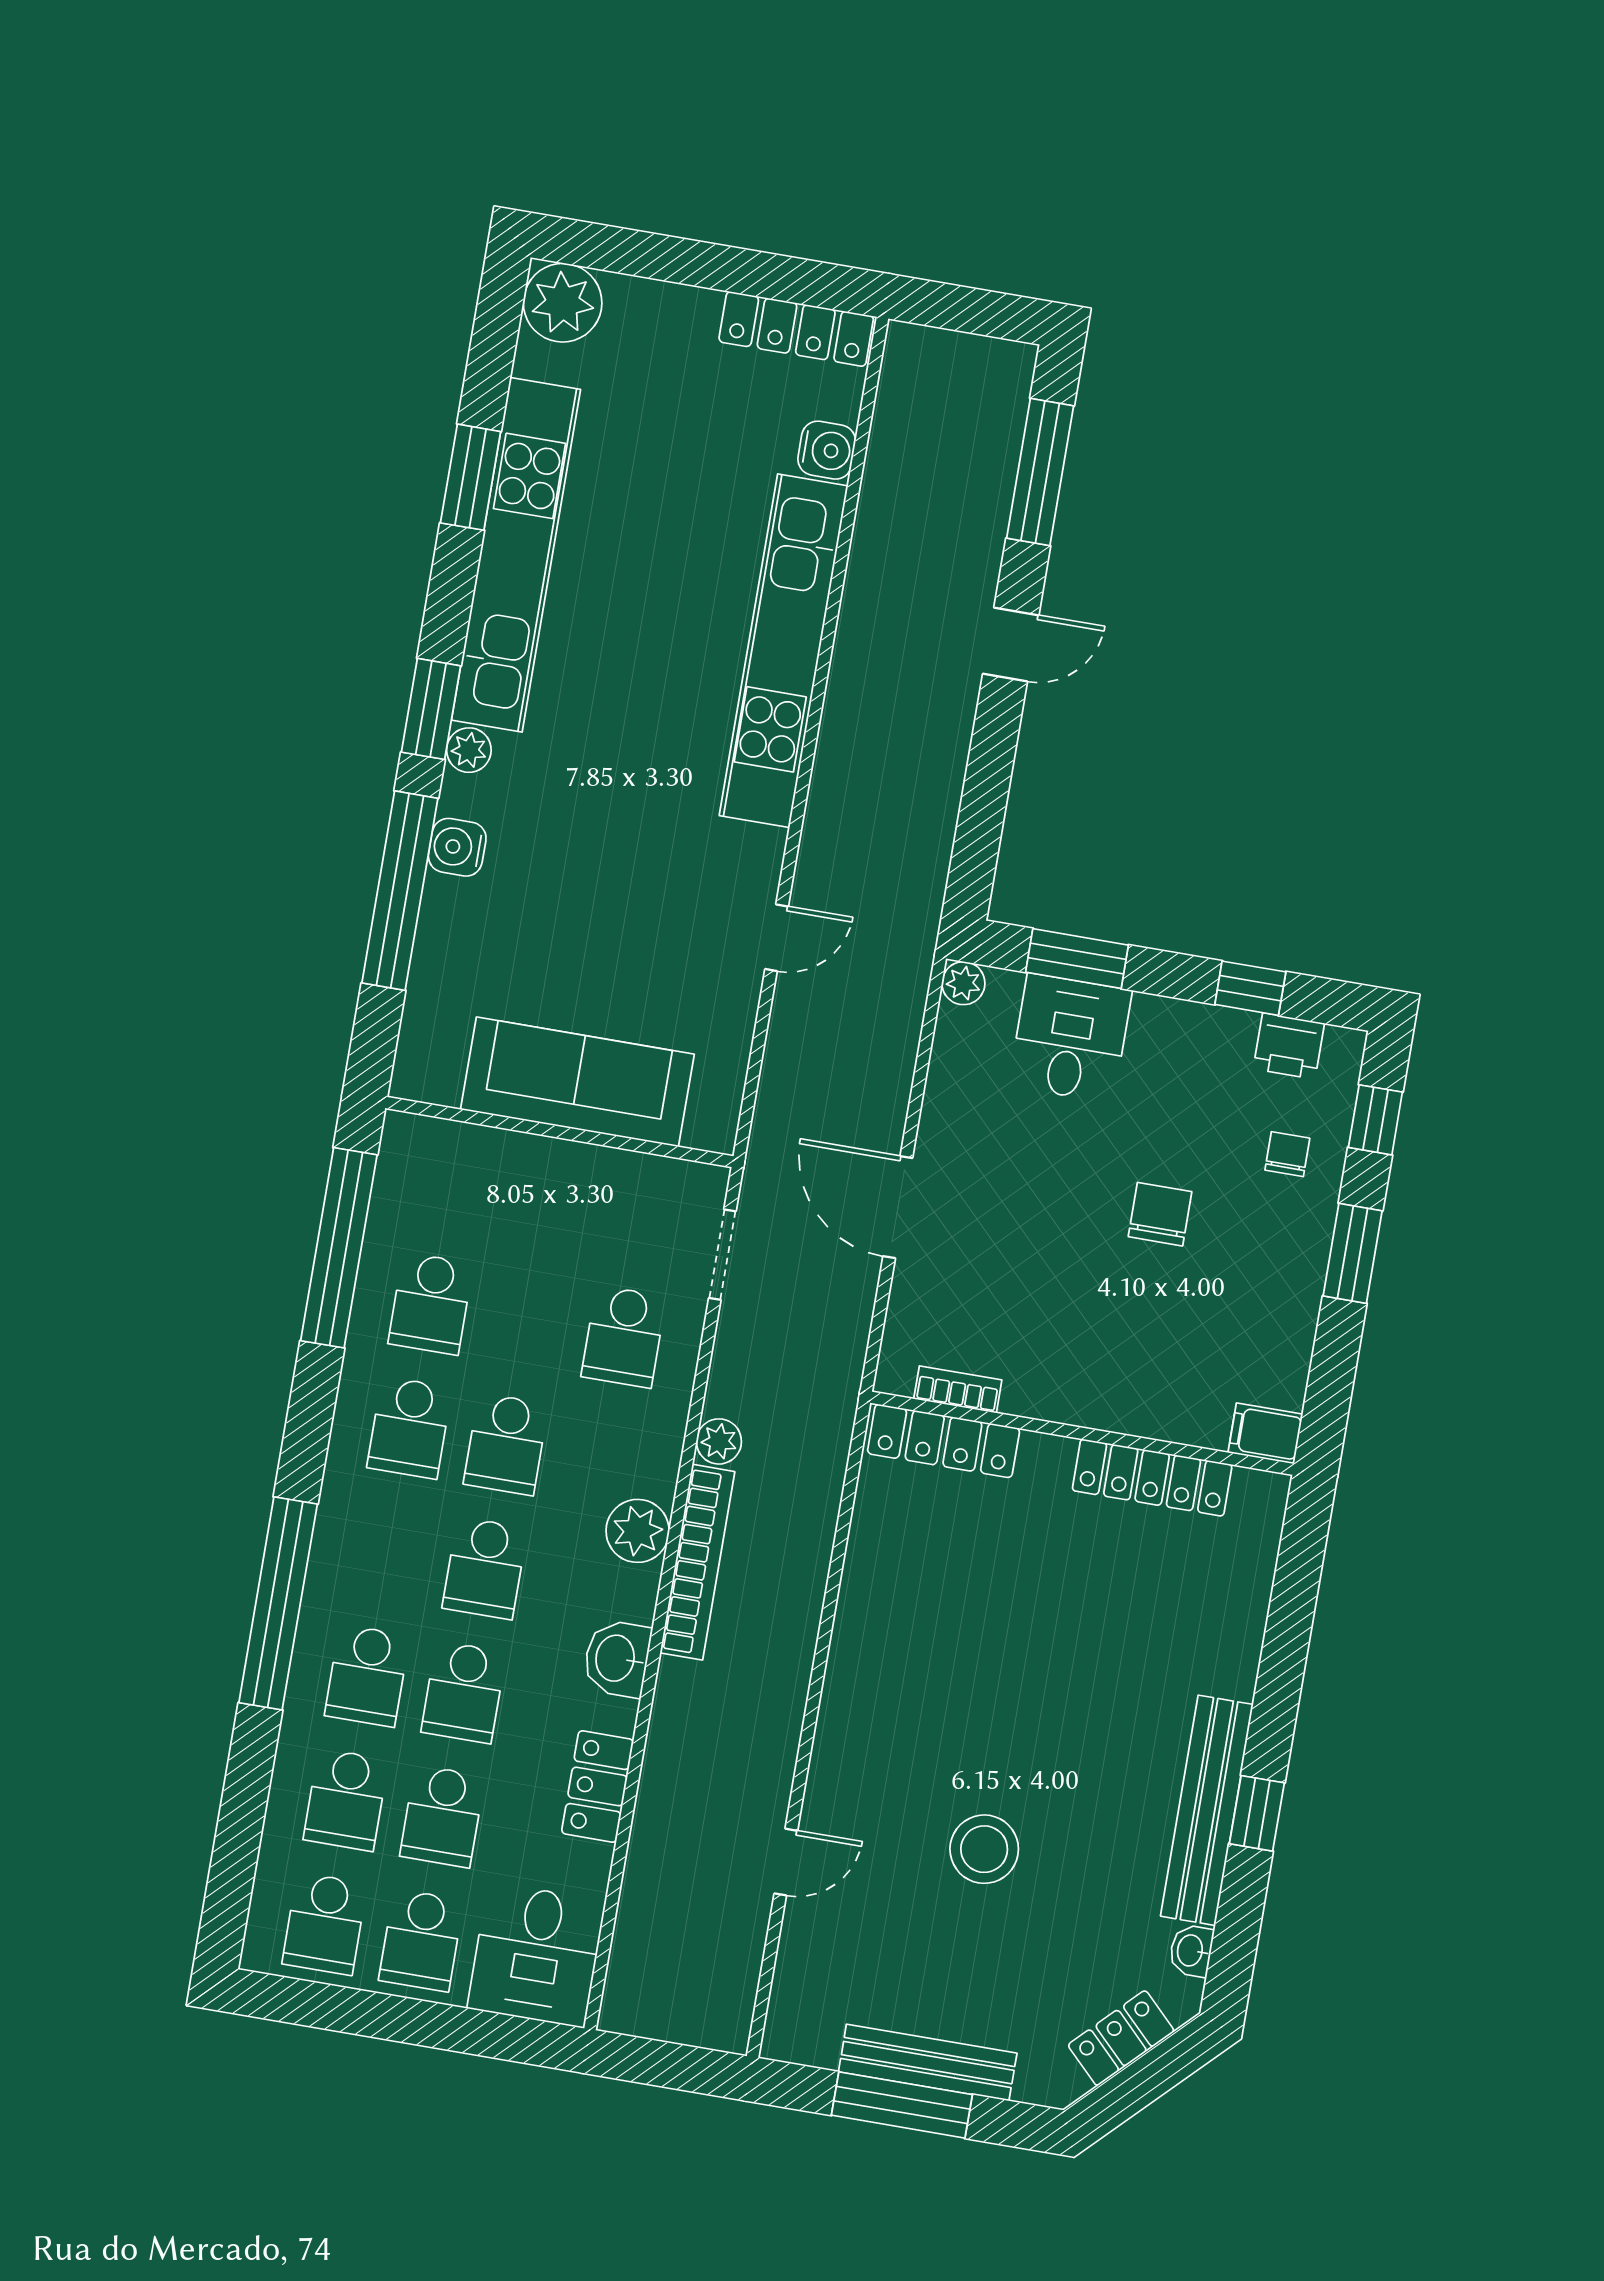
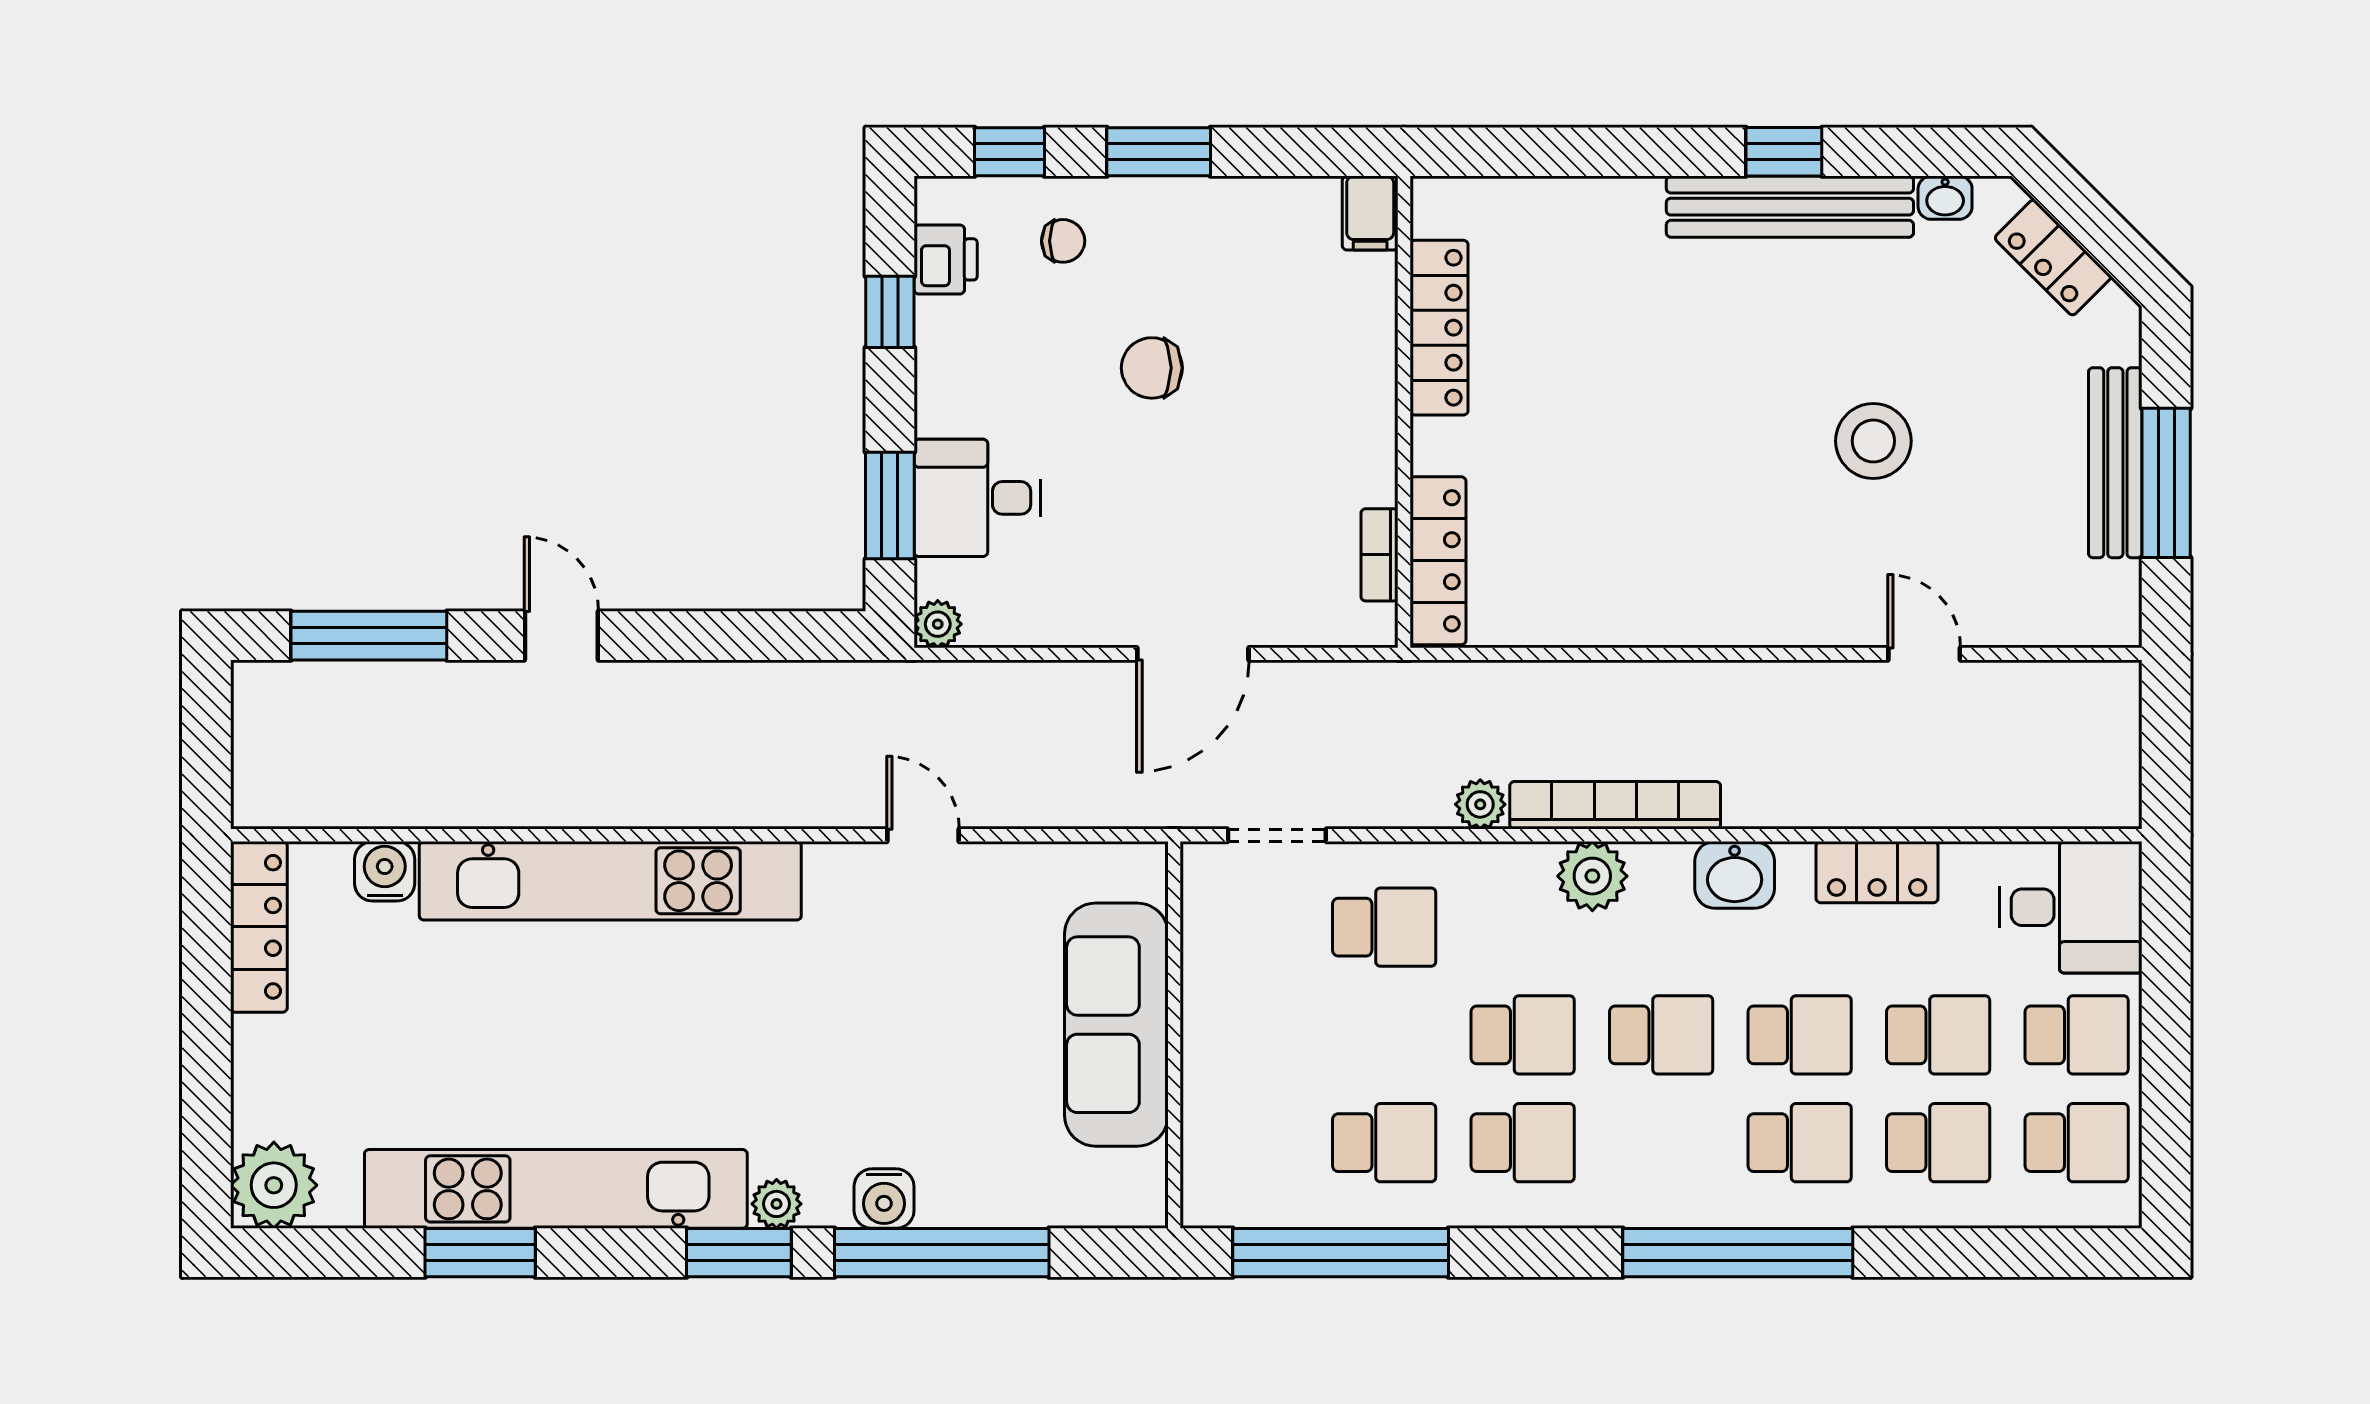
chair: (1287, 1154) -> (1063, 241), turned 180

